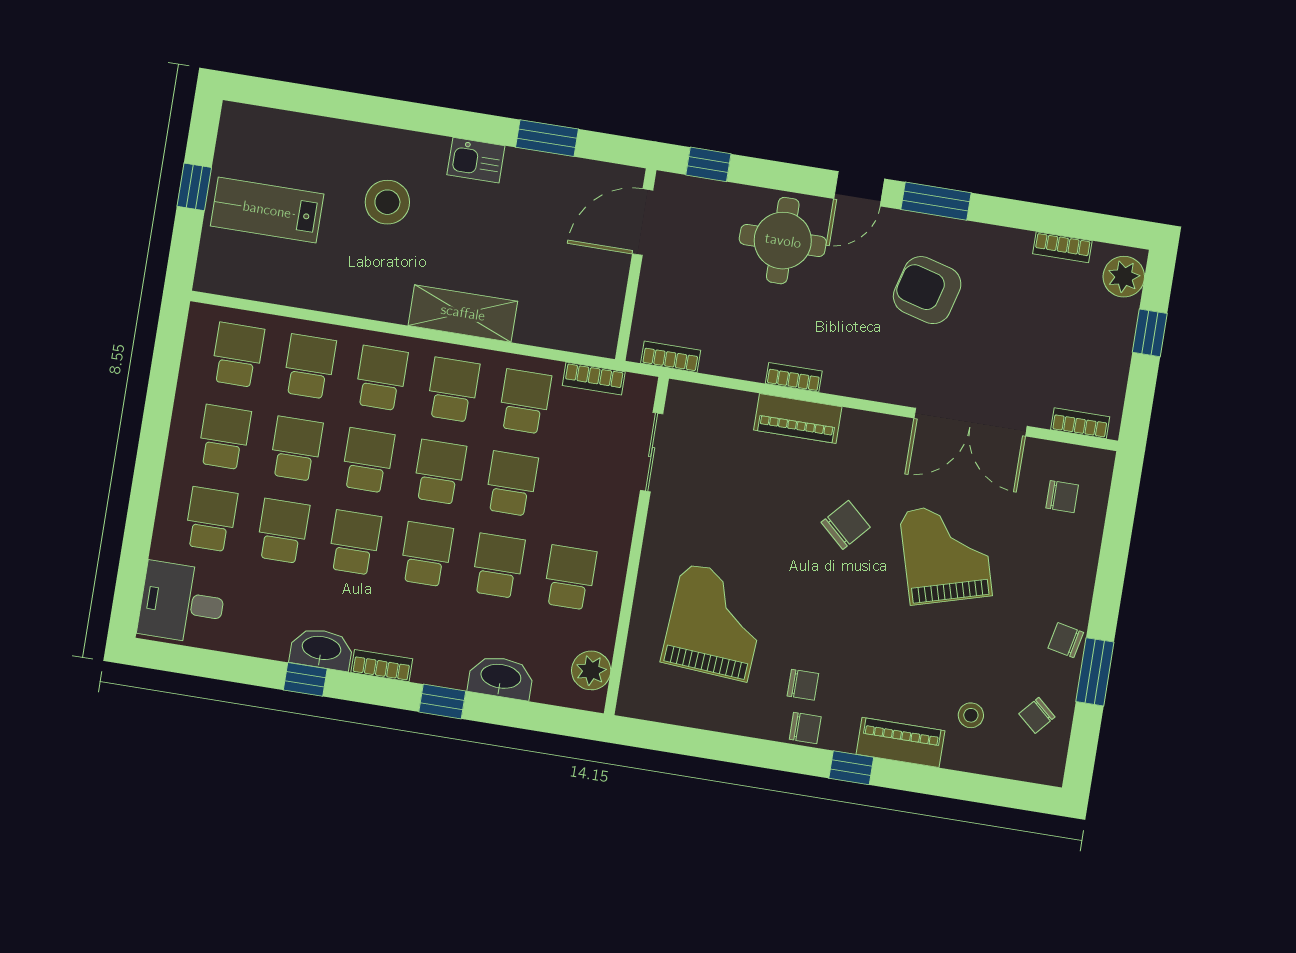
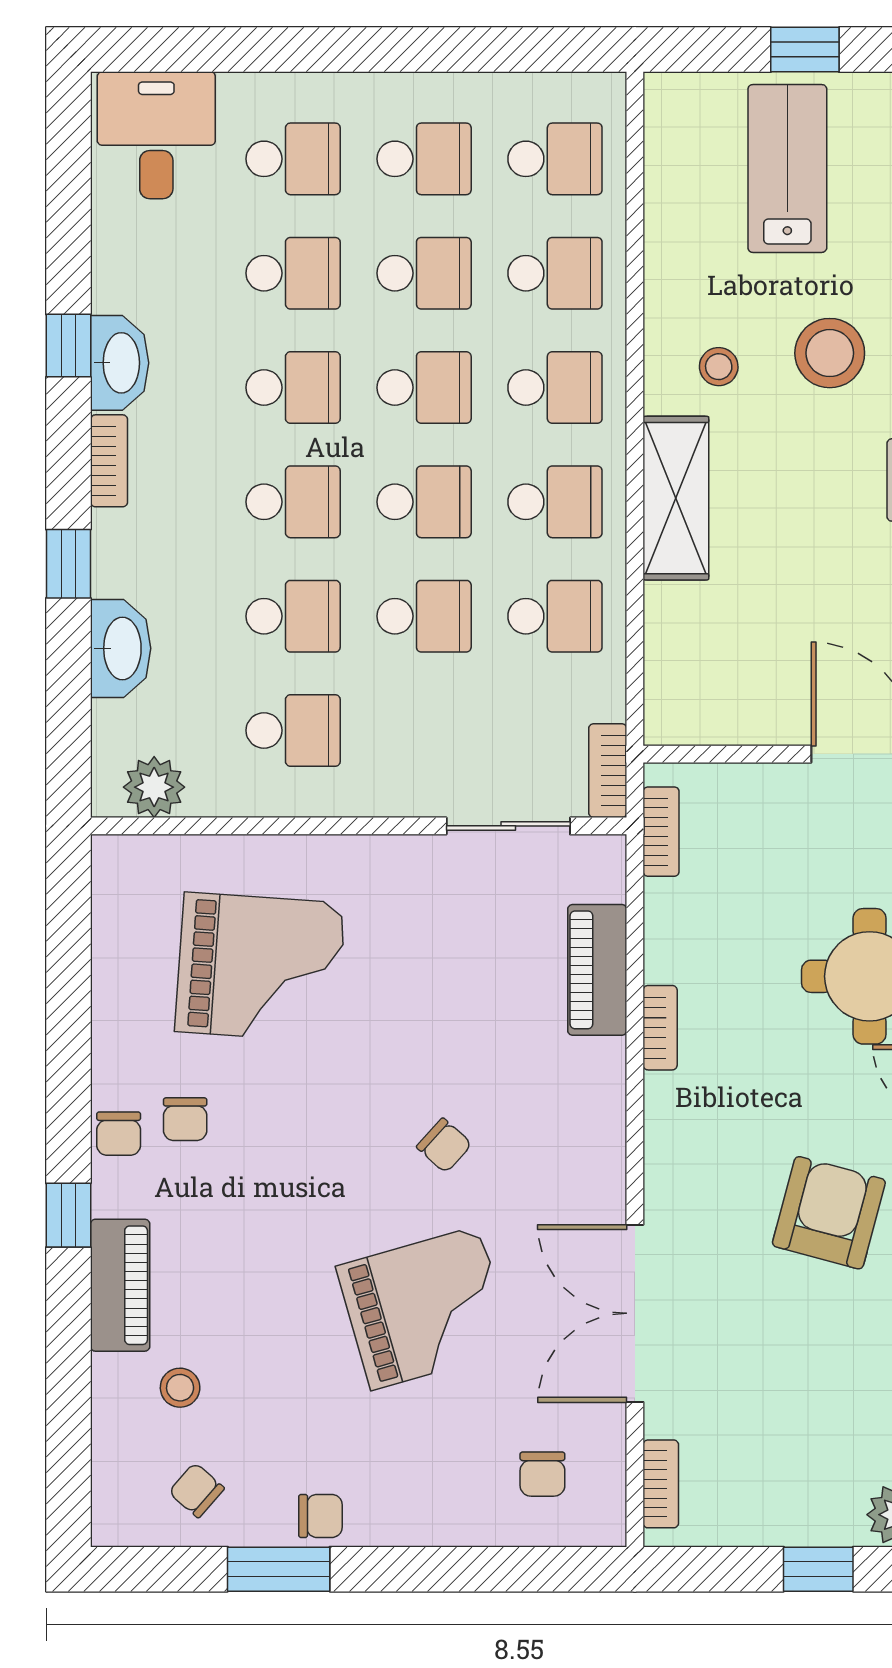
stool: (385, 273) -> (719, 367), added
bookcase: (594, 379) -> (608, 771), moved
piano: (798, 418) -> (597, 970), moved
chair: (846, 525) -> (444, 1145), width x0.73, depth x0.73
chair: (1066, 640) -> (320, 1516), turned 78

